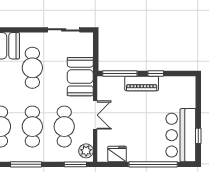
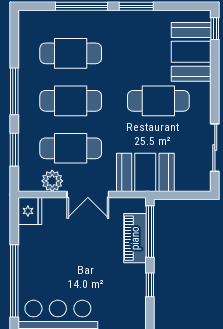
piano: (142, 83) -> (135, 238), moved
plant: (86, 151) -> (52, 181), moved
fridge: (117, 154) -> (30, 211), moved
window: (75, 164) -> (14, 150), moved

